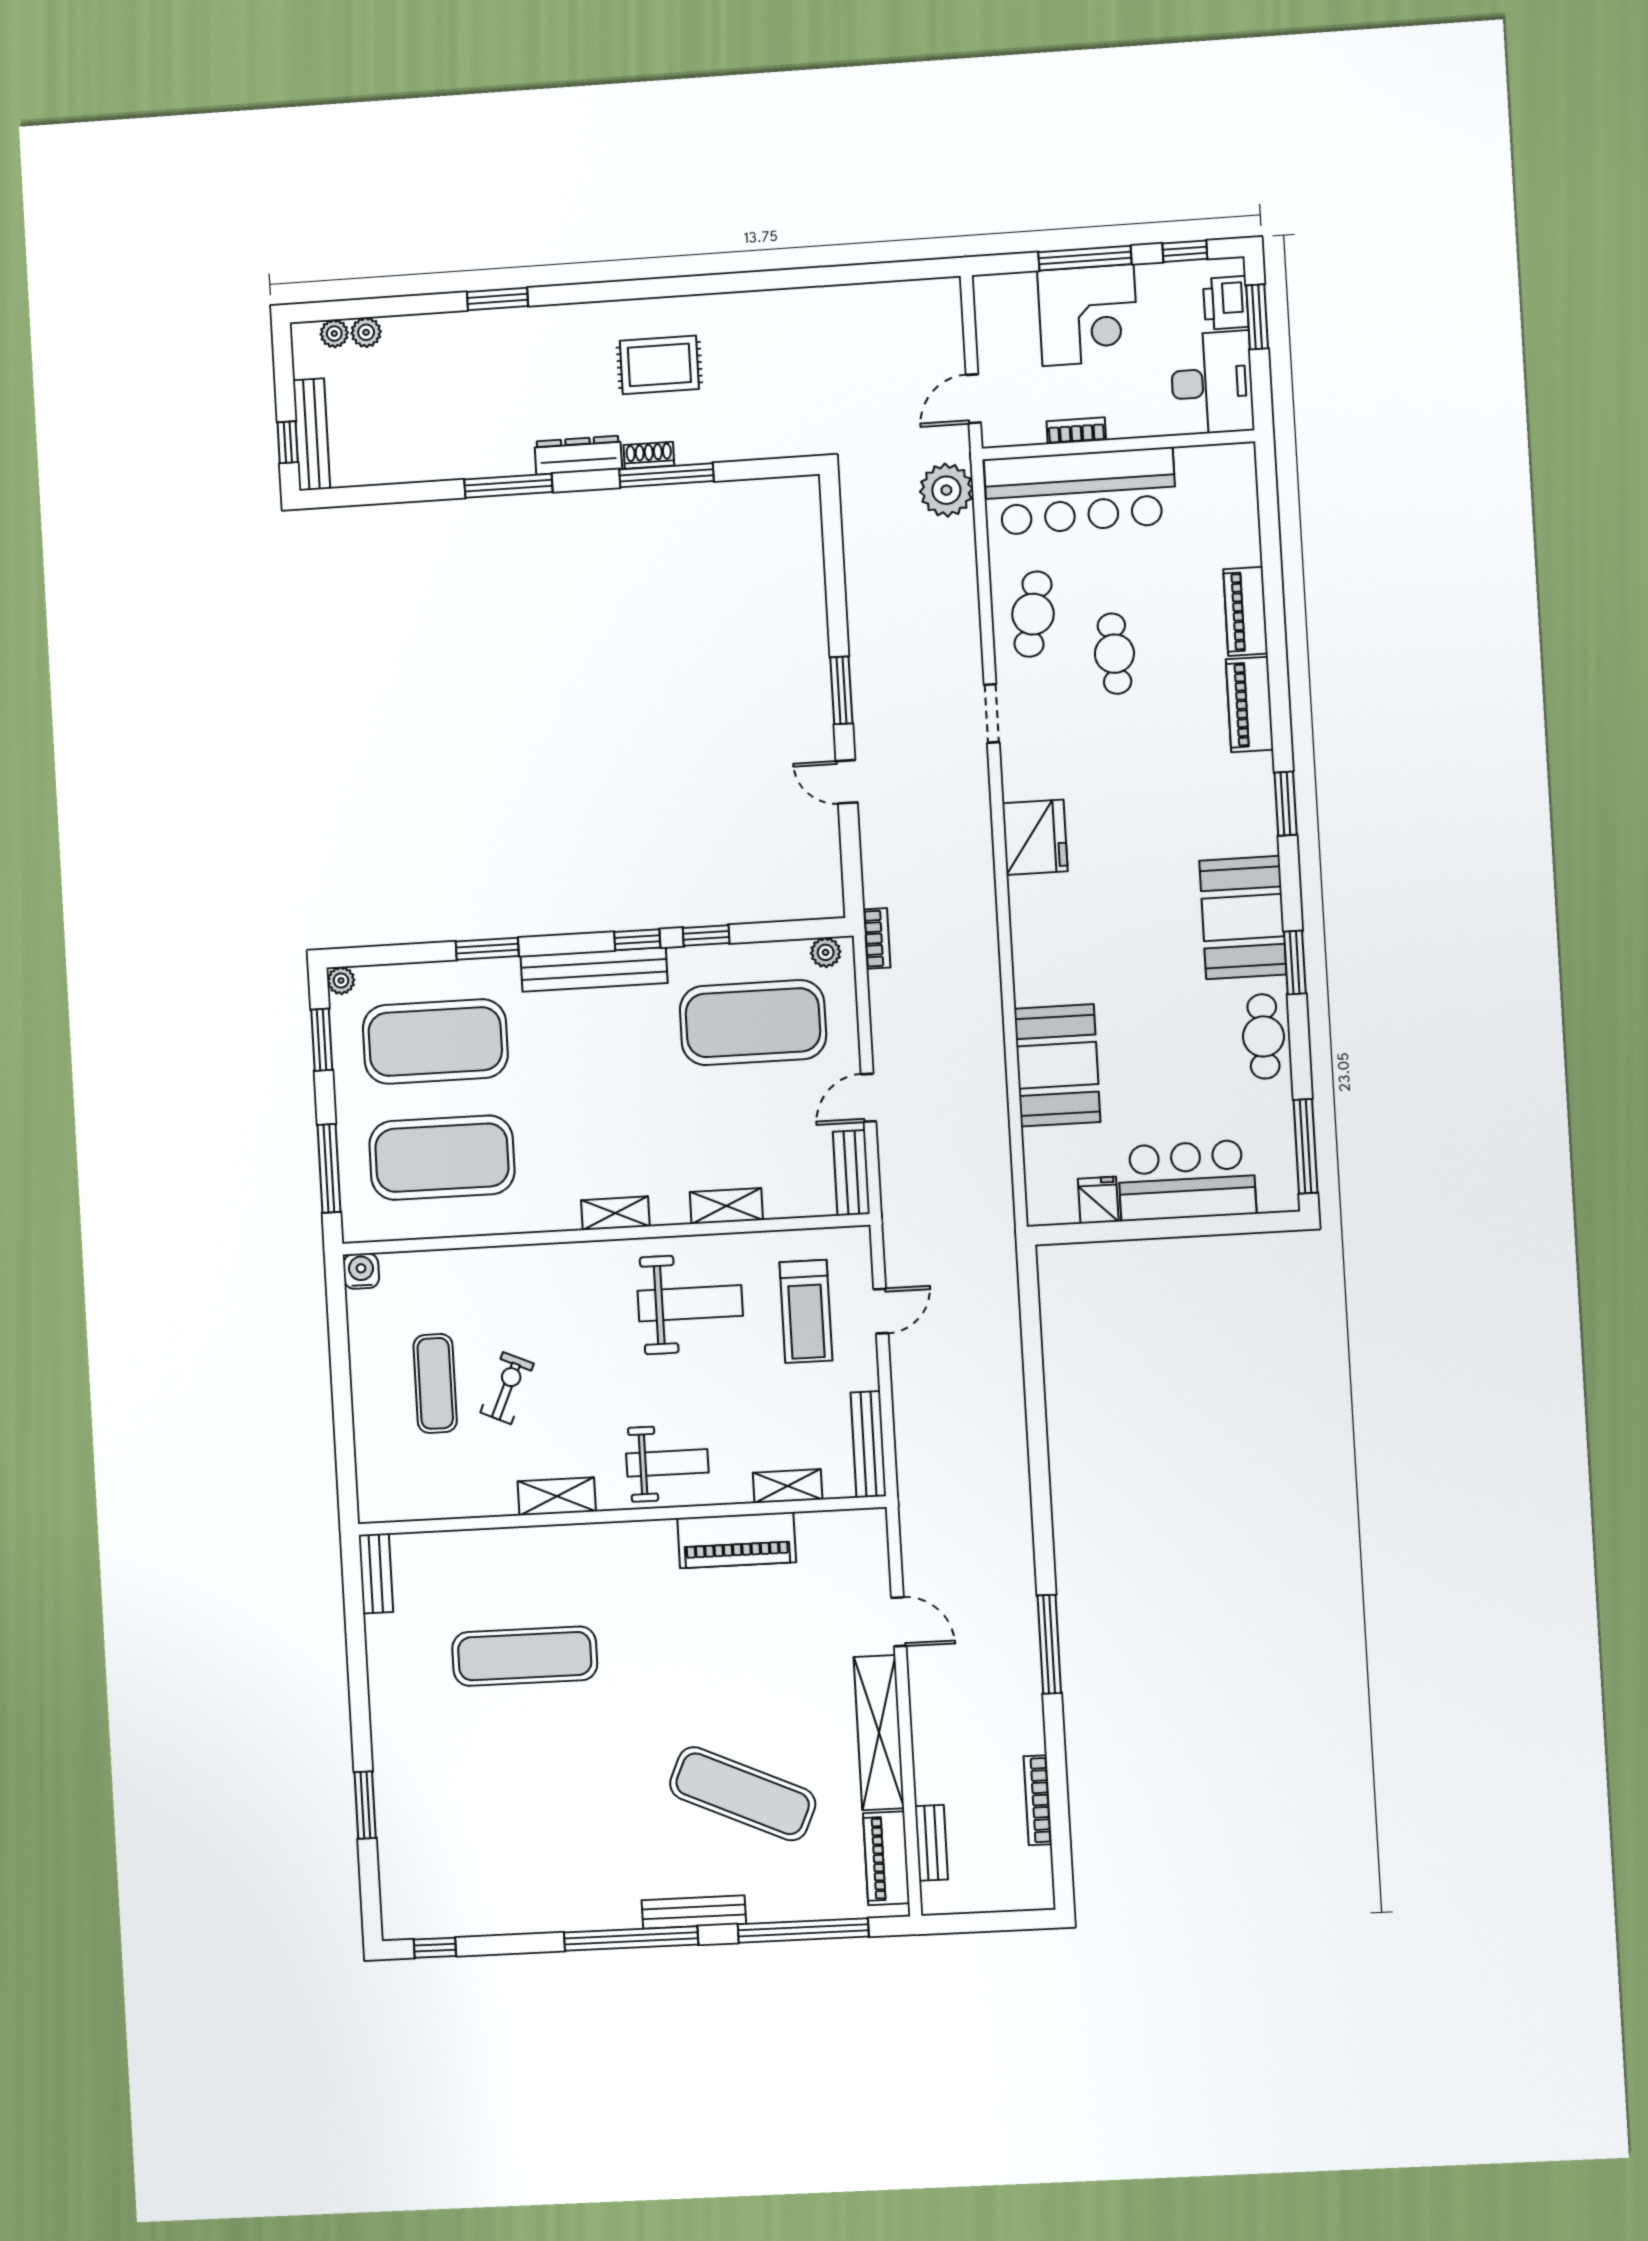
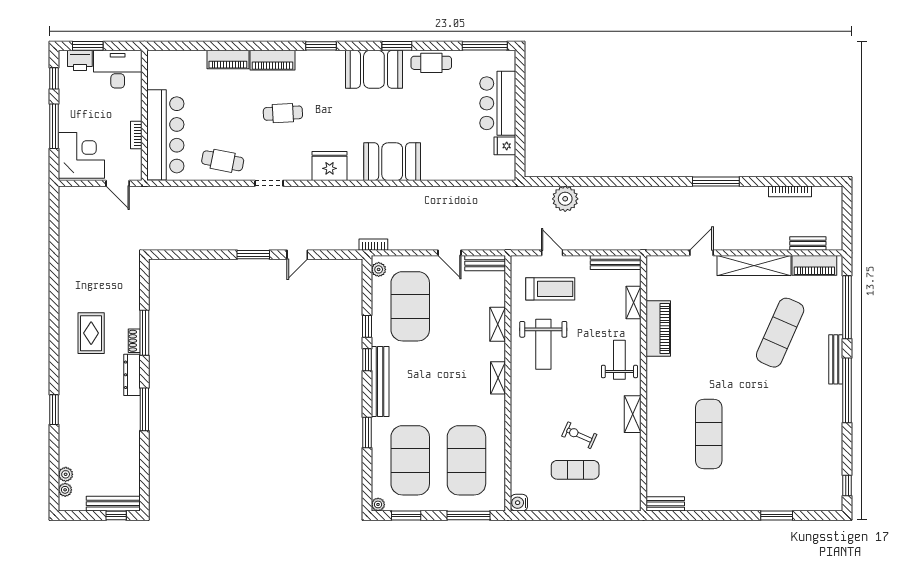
corner desk: (1088, 315) -> (81, 155), moved
plant: (946, 490) -> (565, 199), moved
cafe table: (1114, 654) -> (283, 113), moved
booth: (1057, 1065) -> (392, 162), moved
weight bench: (690, 1303) -> (543, 344), turned 180

